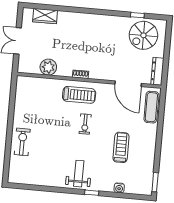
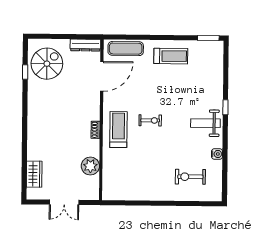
spiral stairs: (143, 35) -> (47, 64), turned -90
exercise bike: (22, 142) -> (190, 177), moved
treadmill: (121, 147) -> (171, 56), moved, turned 180
water cooler: (119, 188) -> (217, 154), moved

